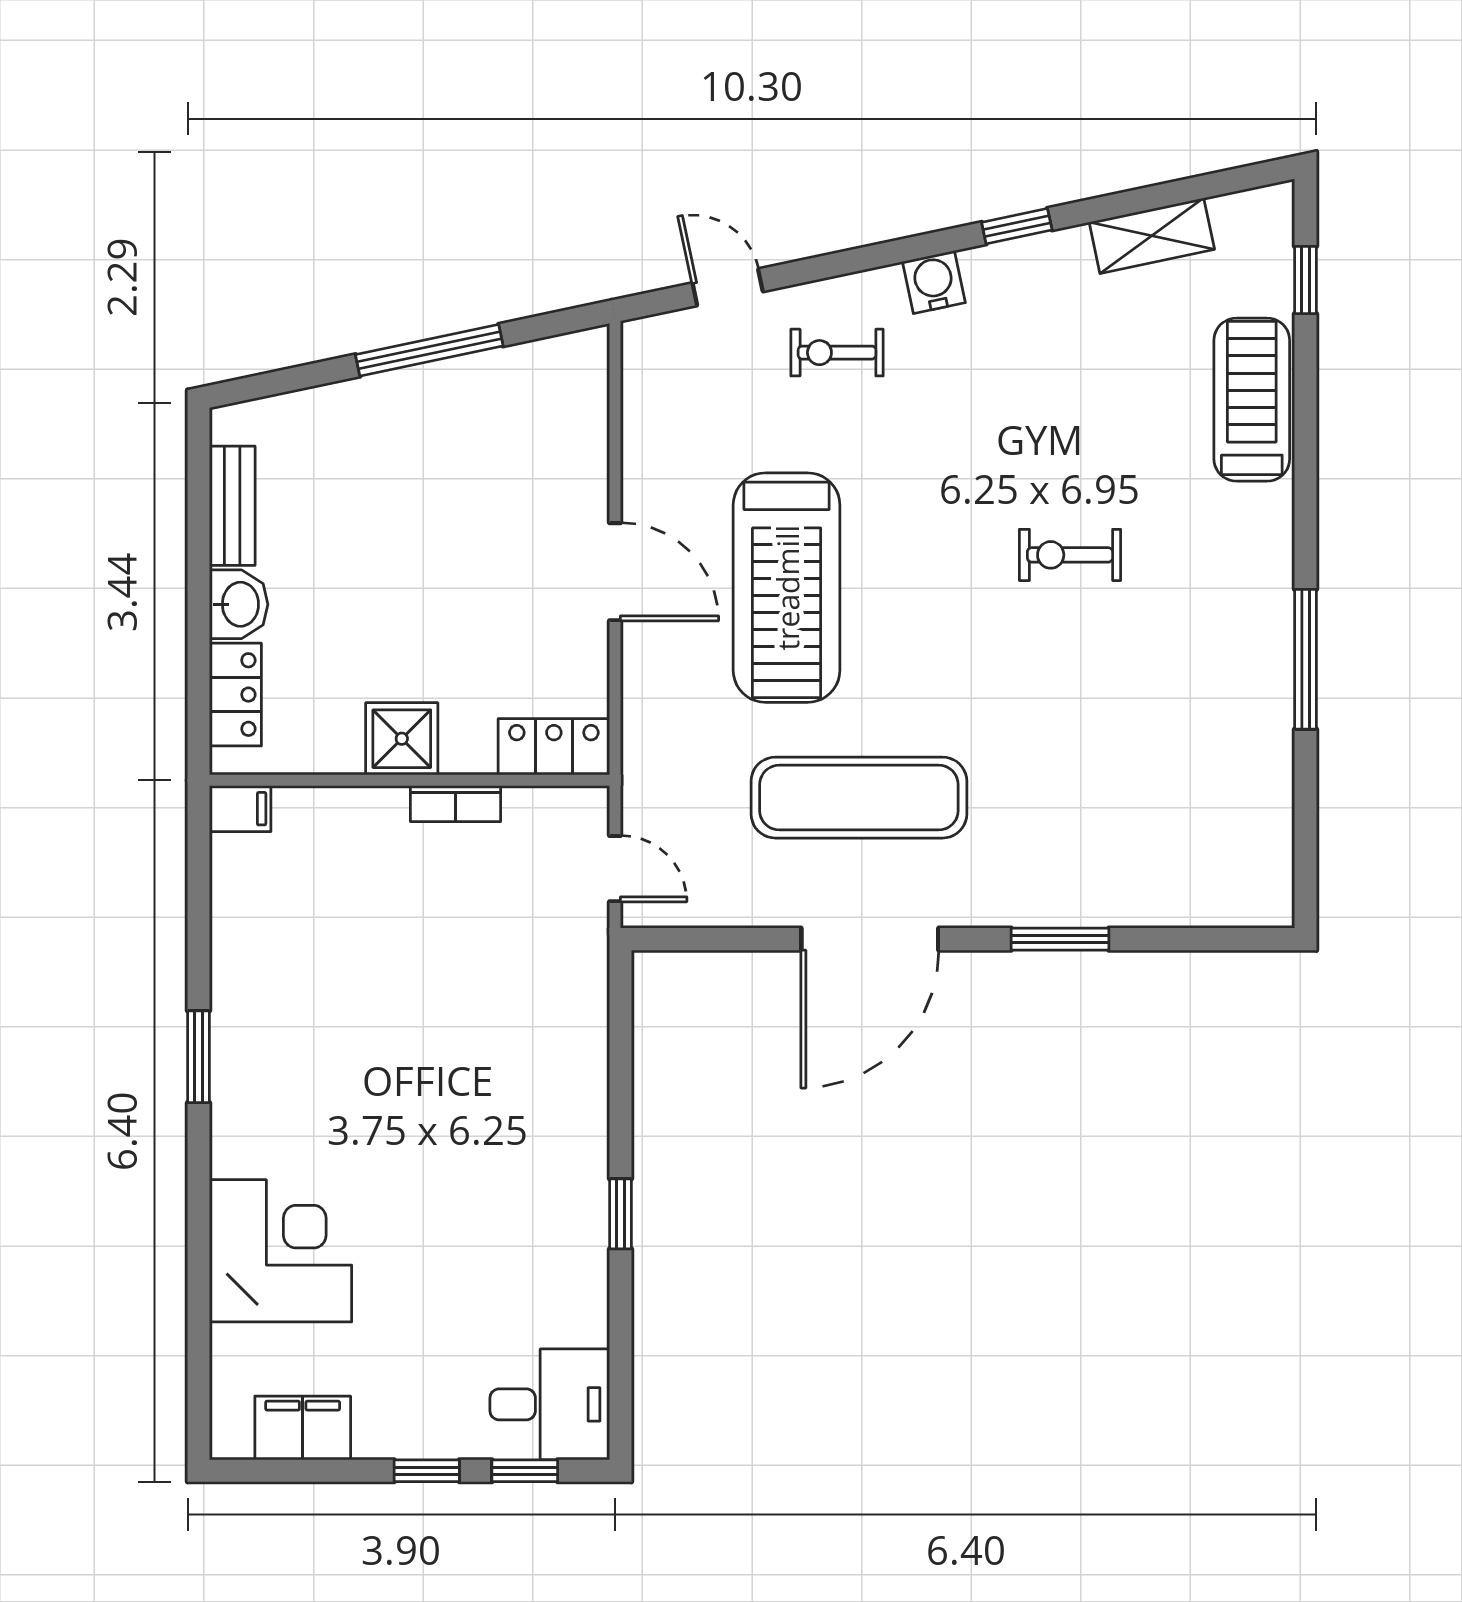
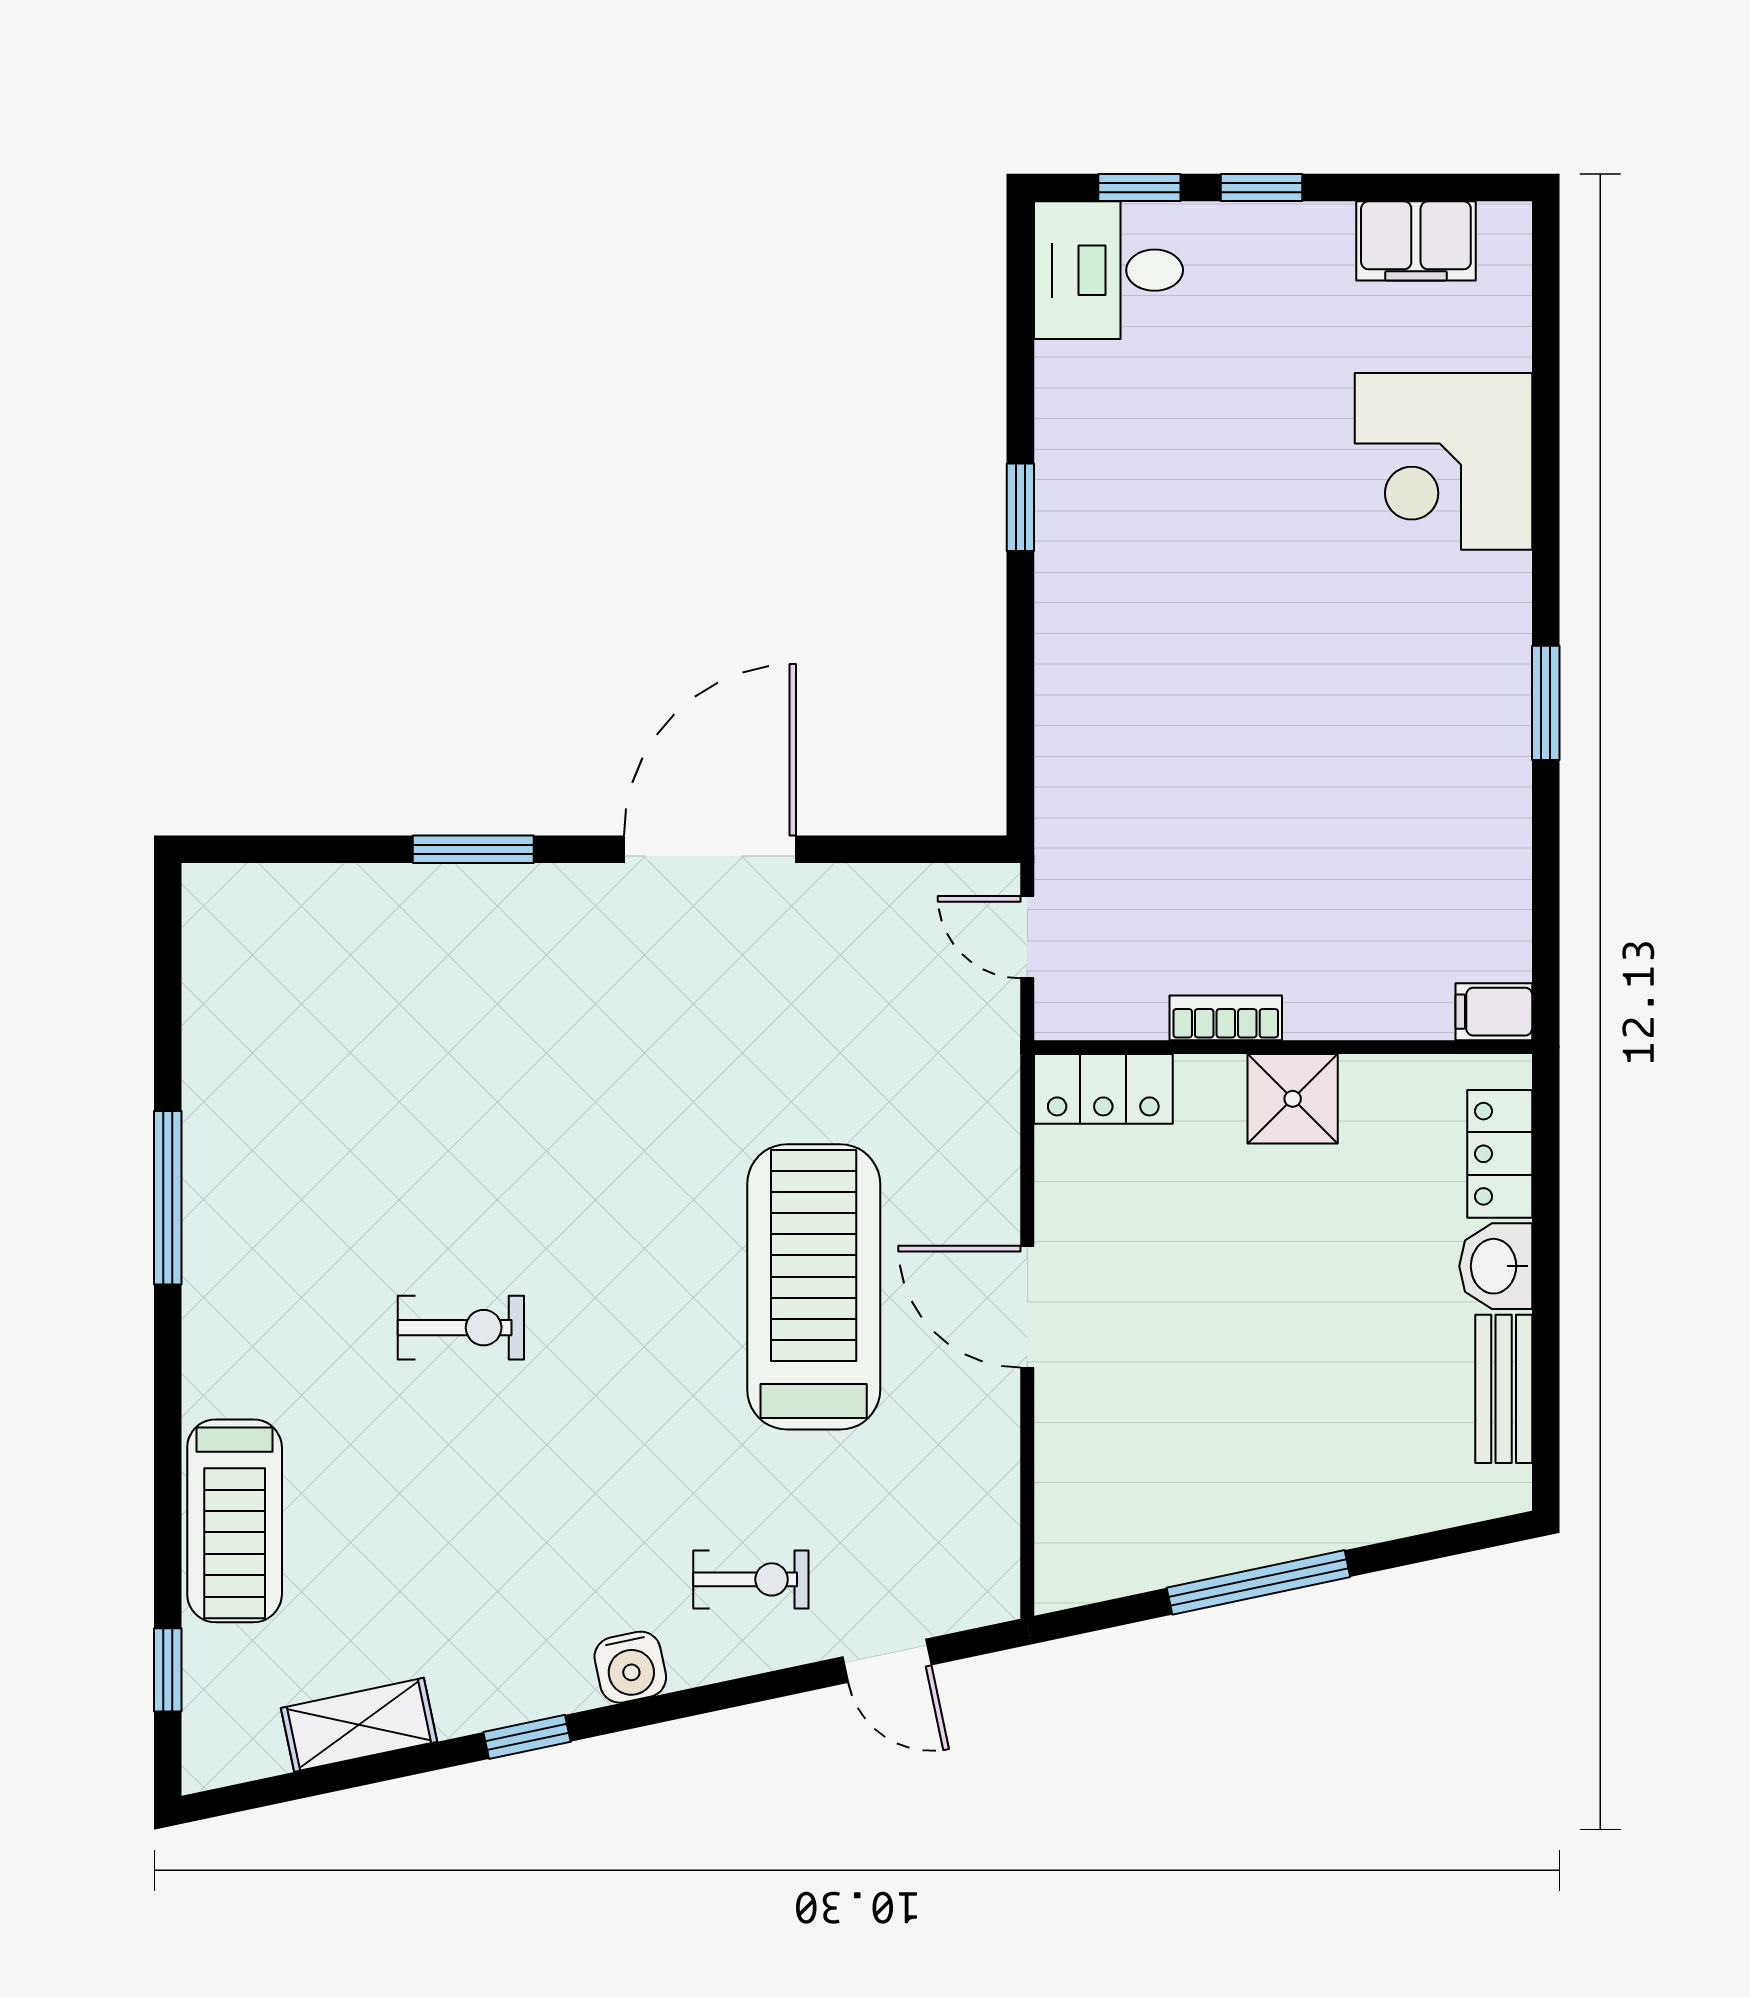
exercise mat: (859, 798) -> (724, 1026), removed

